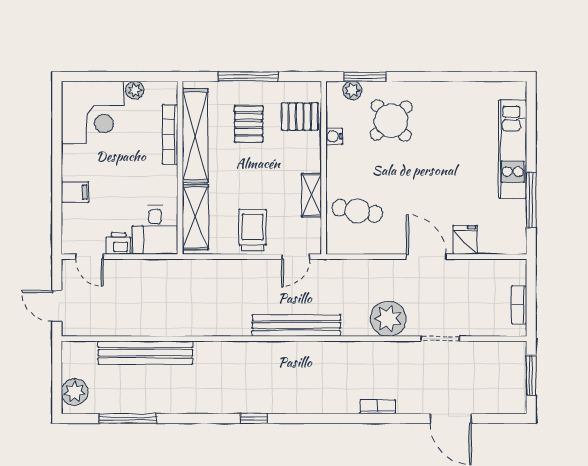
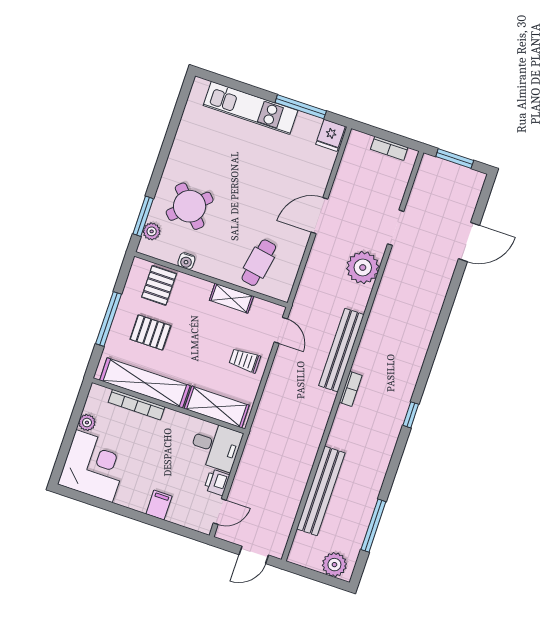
trolley: (253, 230) -> (245, 360), width x0.73, depth x0.72
fridge: (465, 240) -> (330, 135), moved, turned -90
bookcase: (378, 407) -> (351, 389), moved, turned 180

